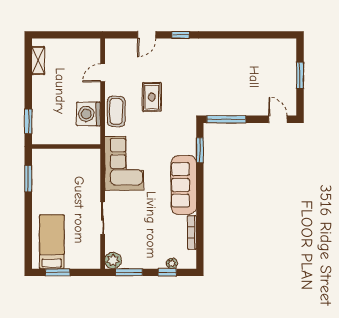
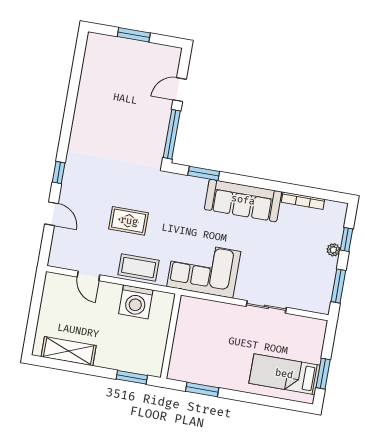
shelving: (38, 61) -> (69, 351), width x1.50, depth x1.33
door: (278, 119) -> (180, 90), moved
plant: (113, 261) -> (320, 303), removed
plant: (172, 263) -> (333, 250), moved

